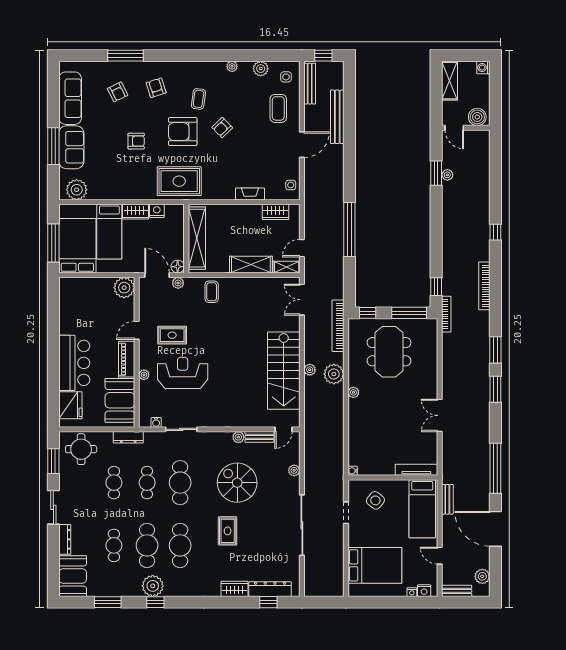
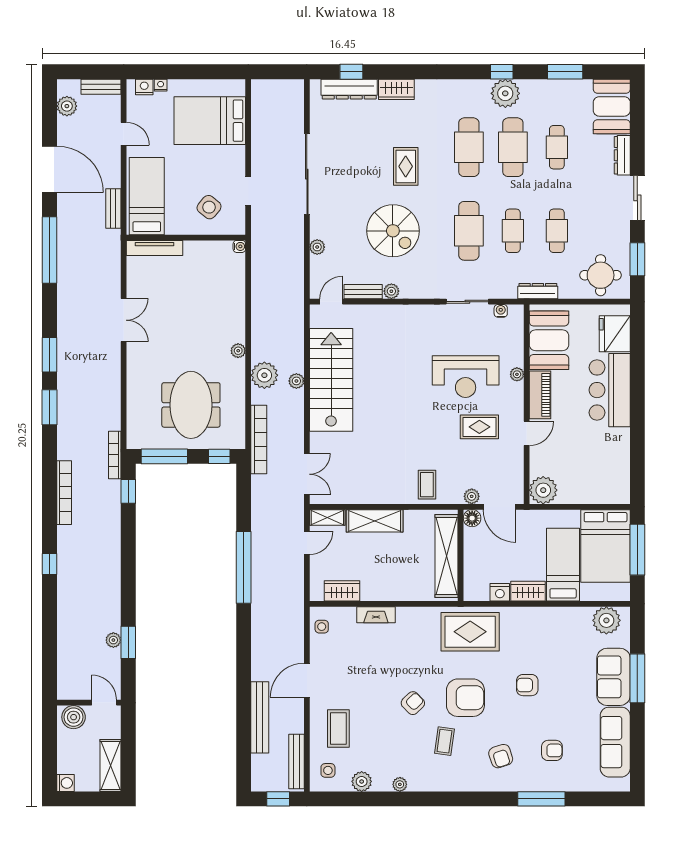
armchair: (118, 92) -> (552, 750), turned 116

